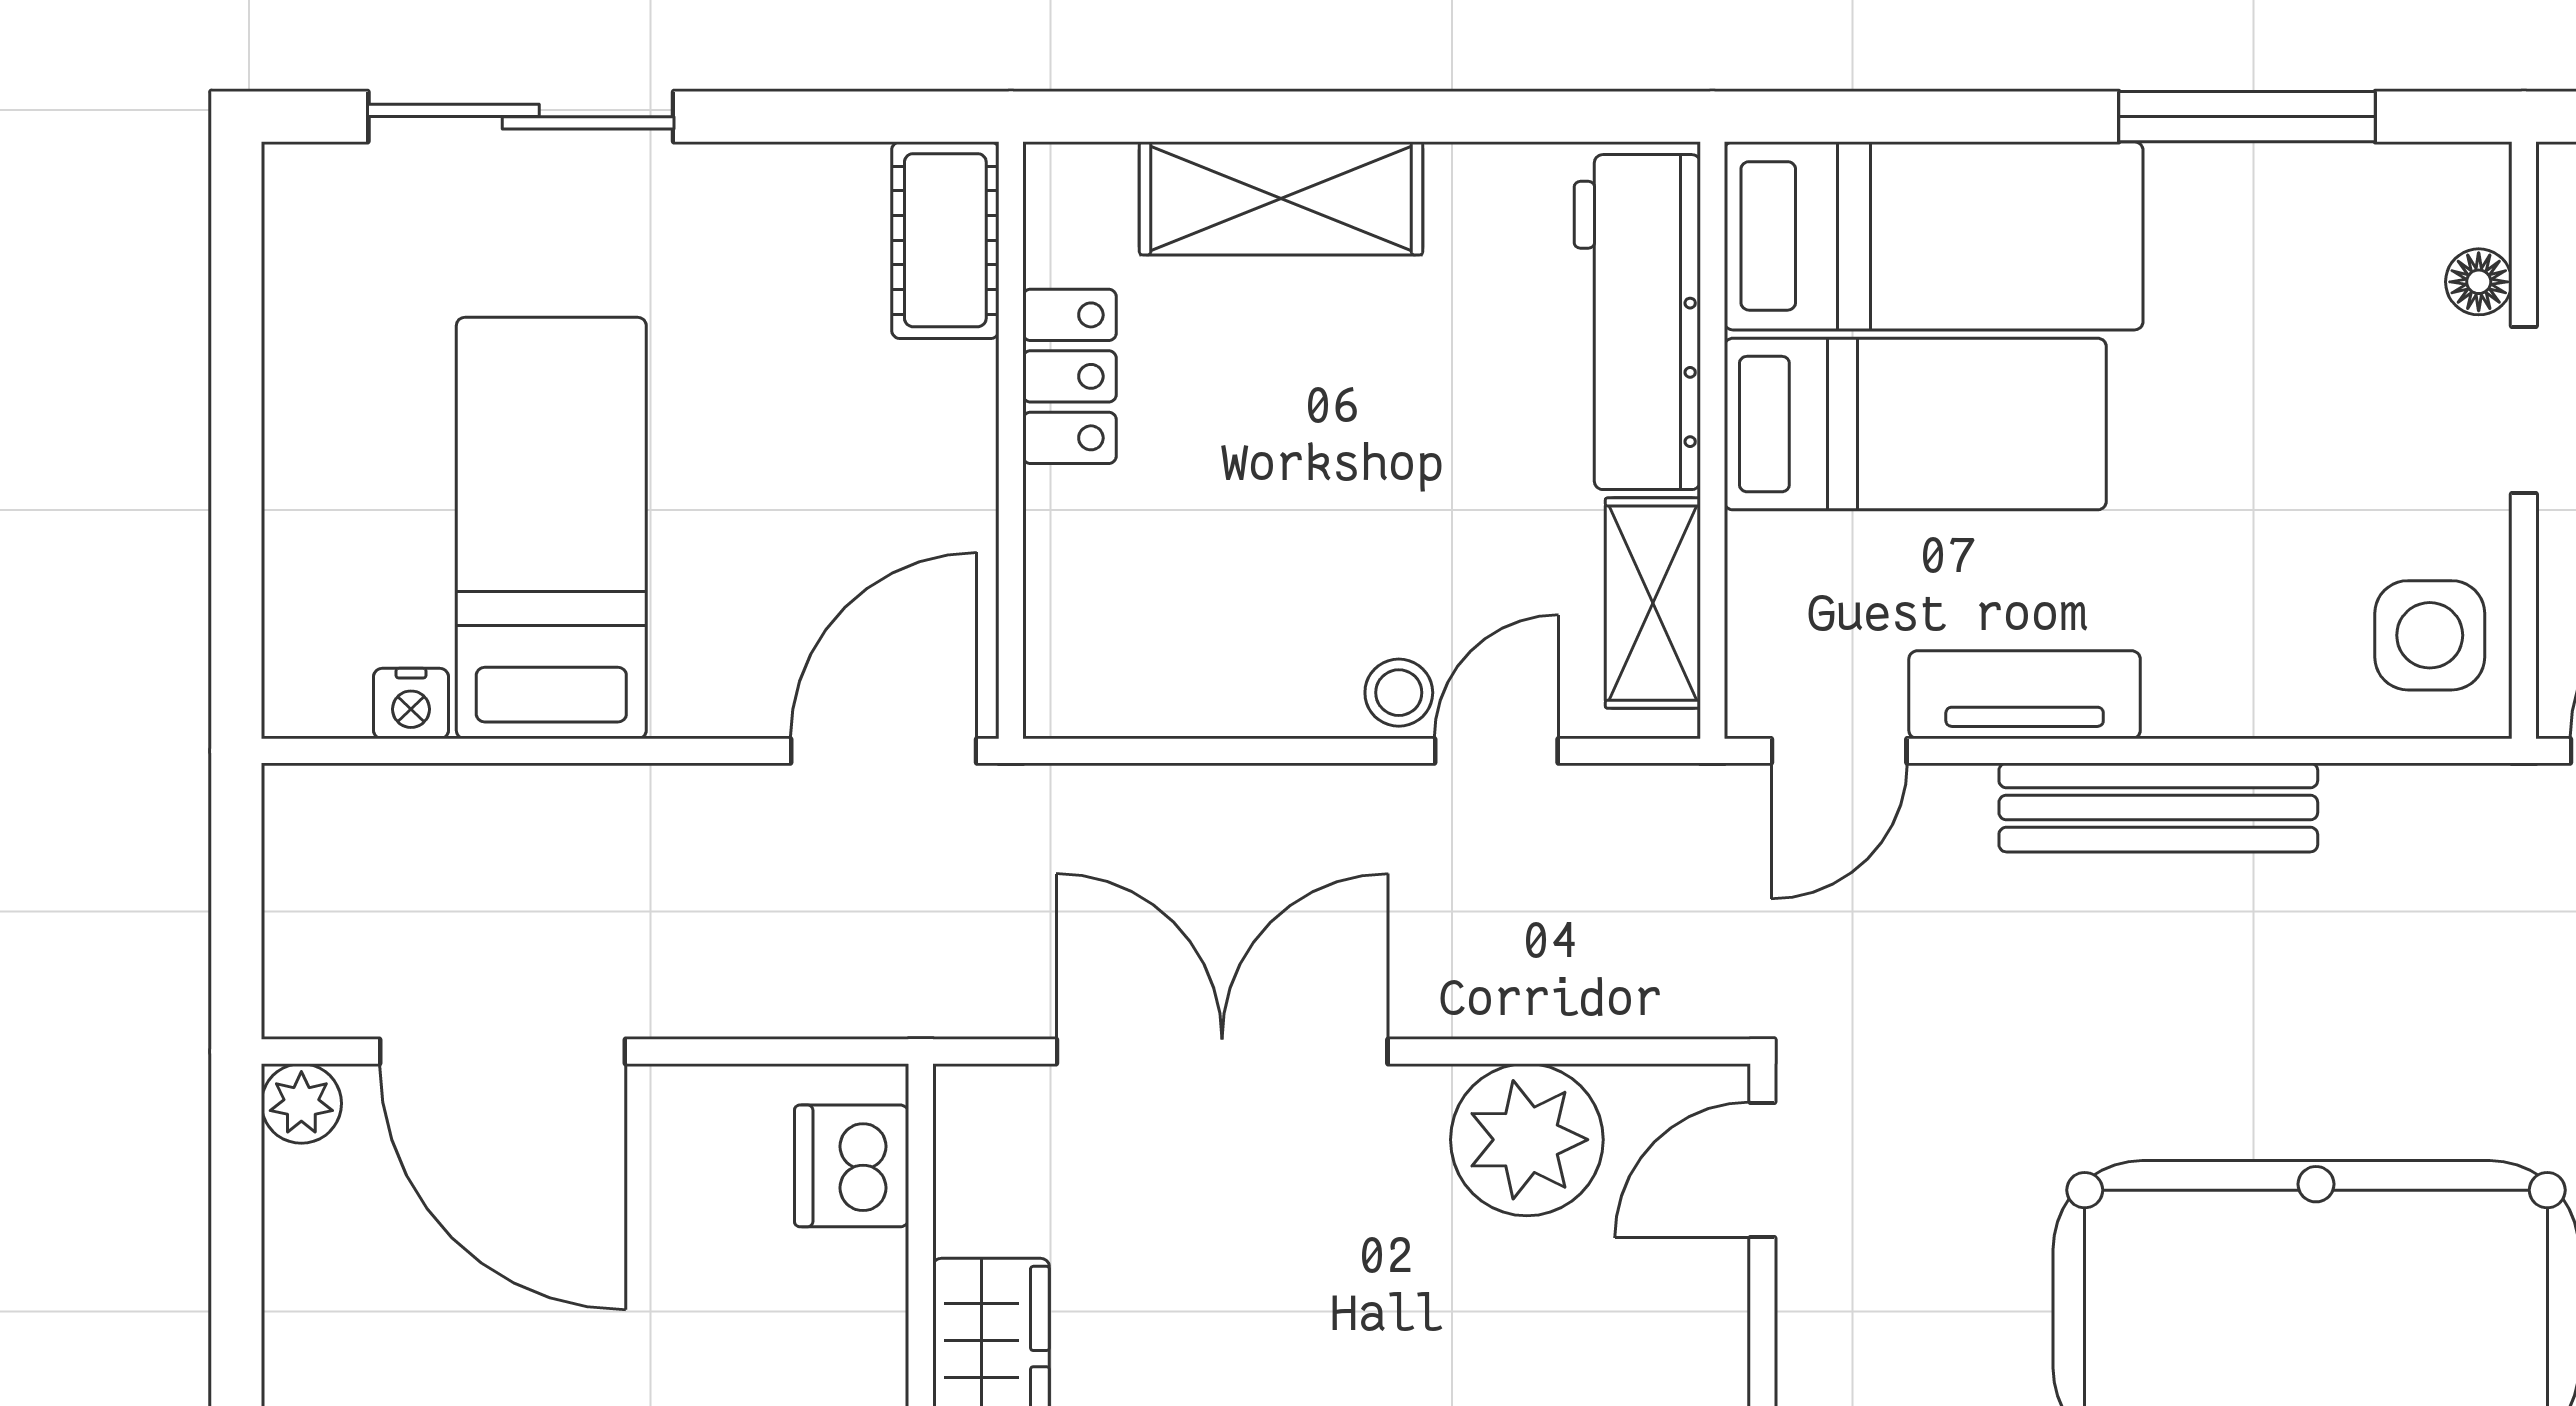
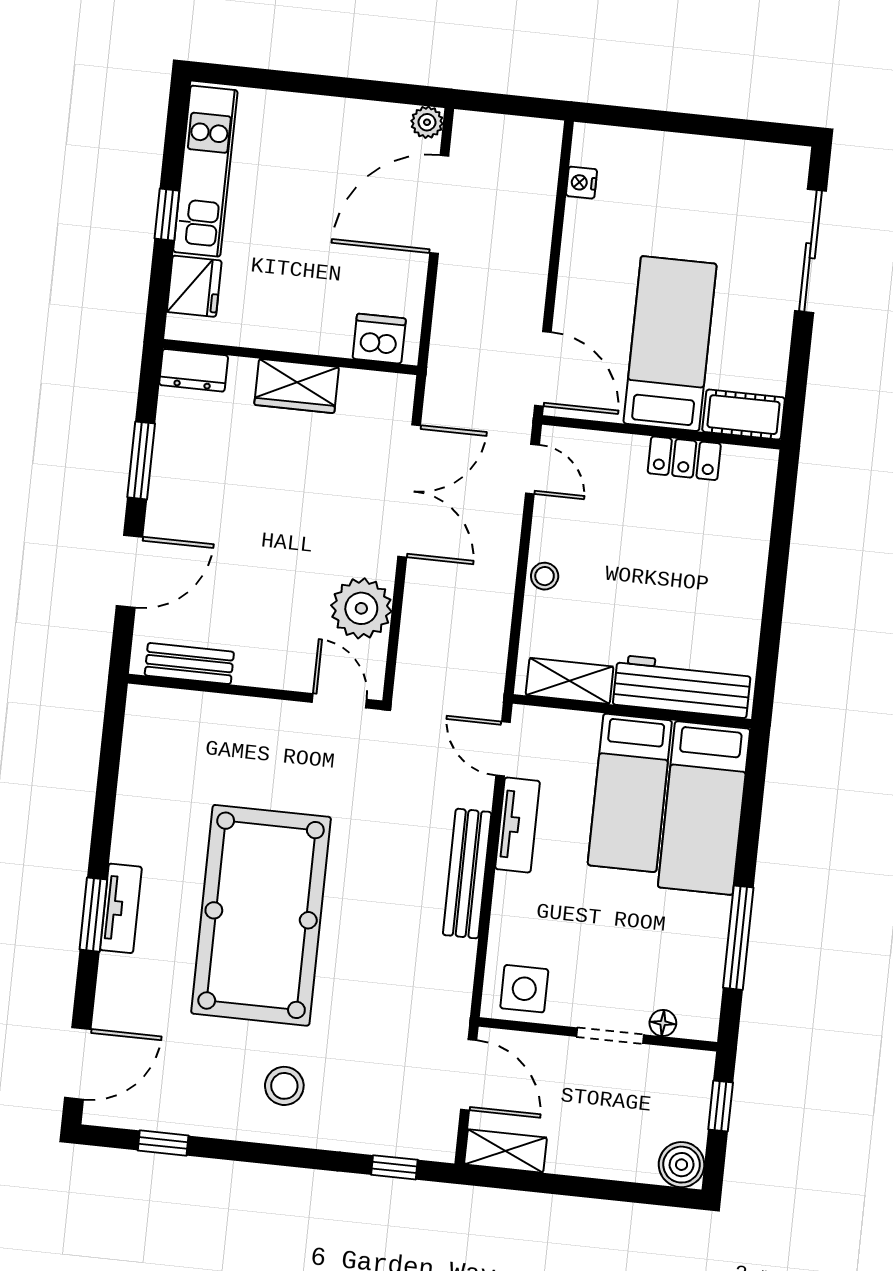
shelving: (1281, 198) -> (746, 550), removed
bed: (551, 528) -> (670, 344), moved, turned -90
door: (1496, 751) -> (532, 469), moved

